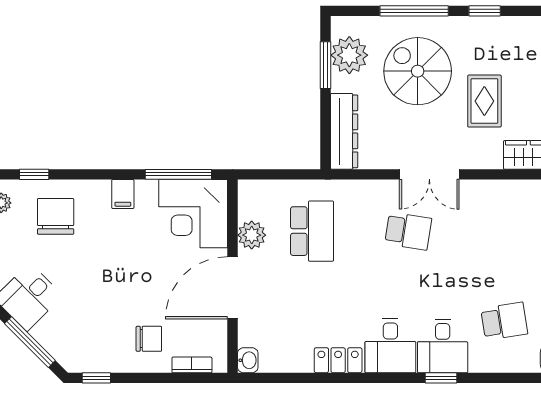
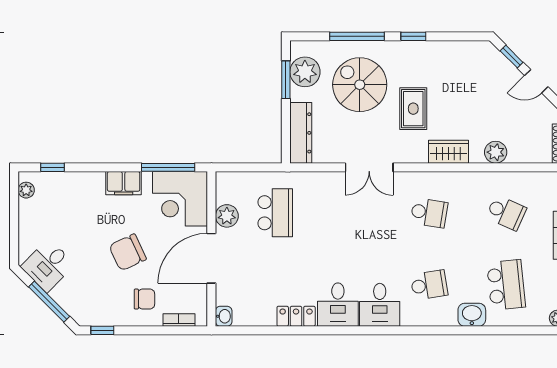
filing cabinet: (123, 194) -> (124, 183), width x2.00
chair: (56, 216) -> (128, 252), moved, turned -115
school desk: (408, 231) -> (429, 213), moved
window: (441, 378) -> (378, 330), removed

